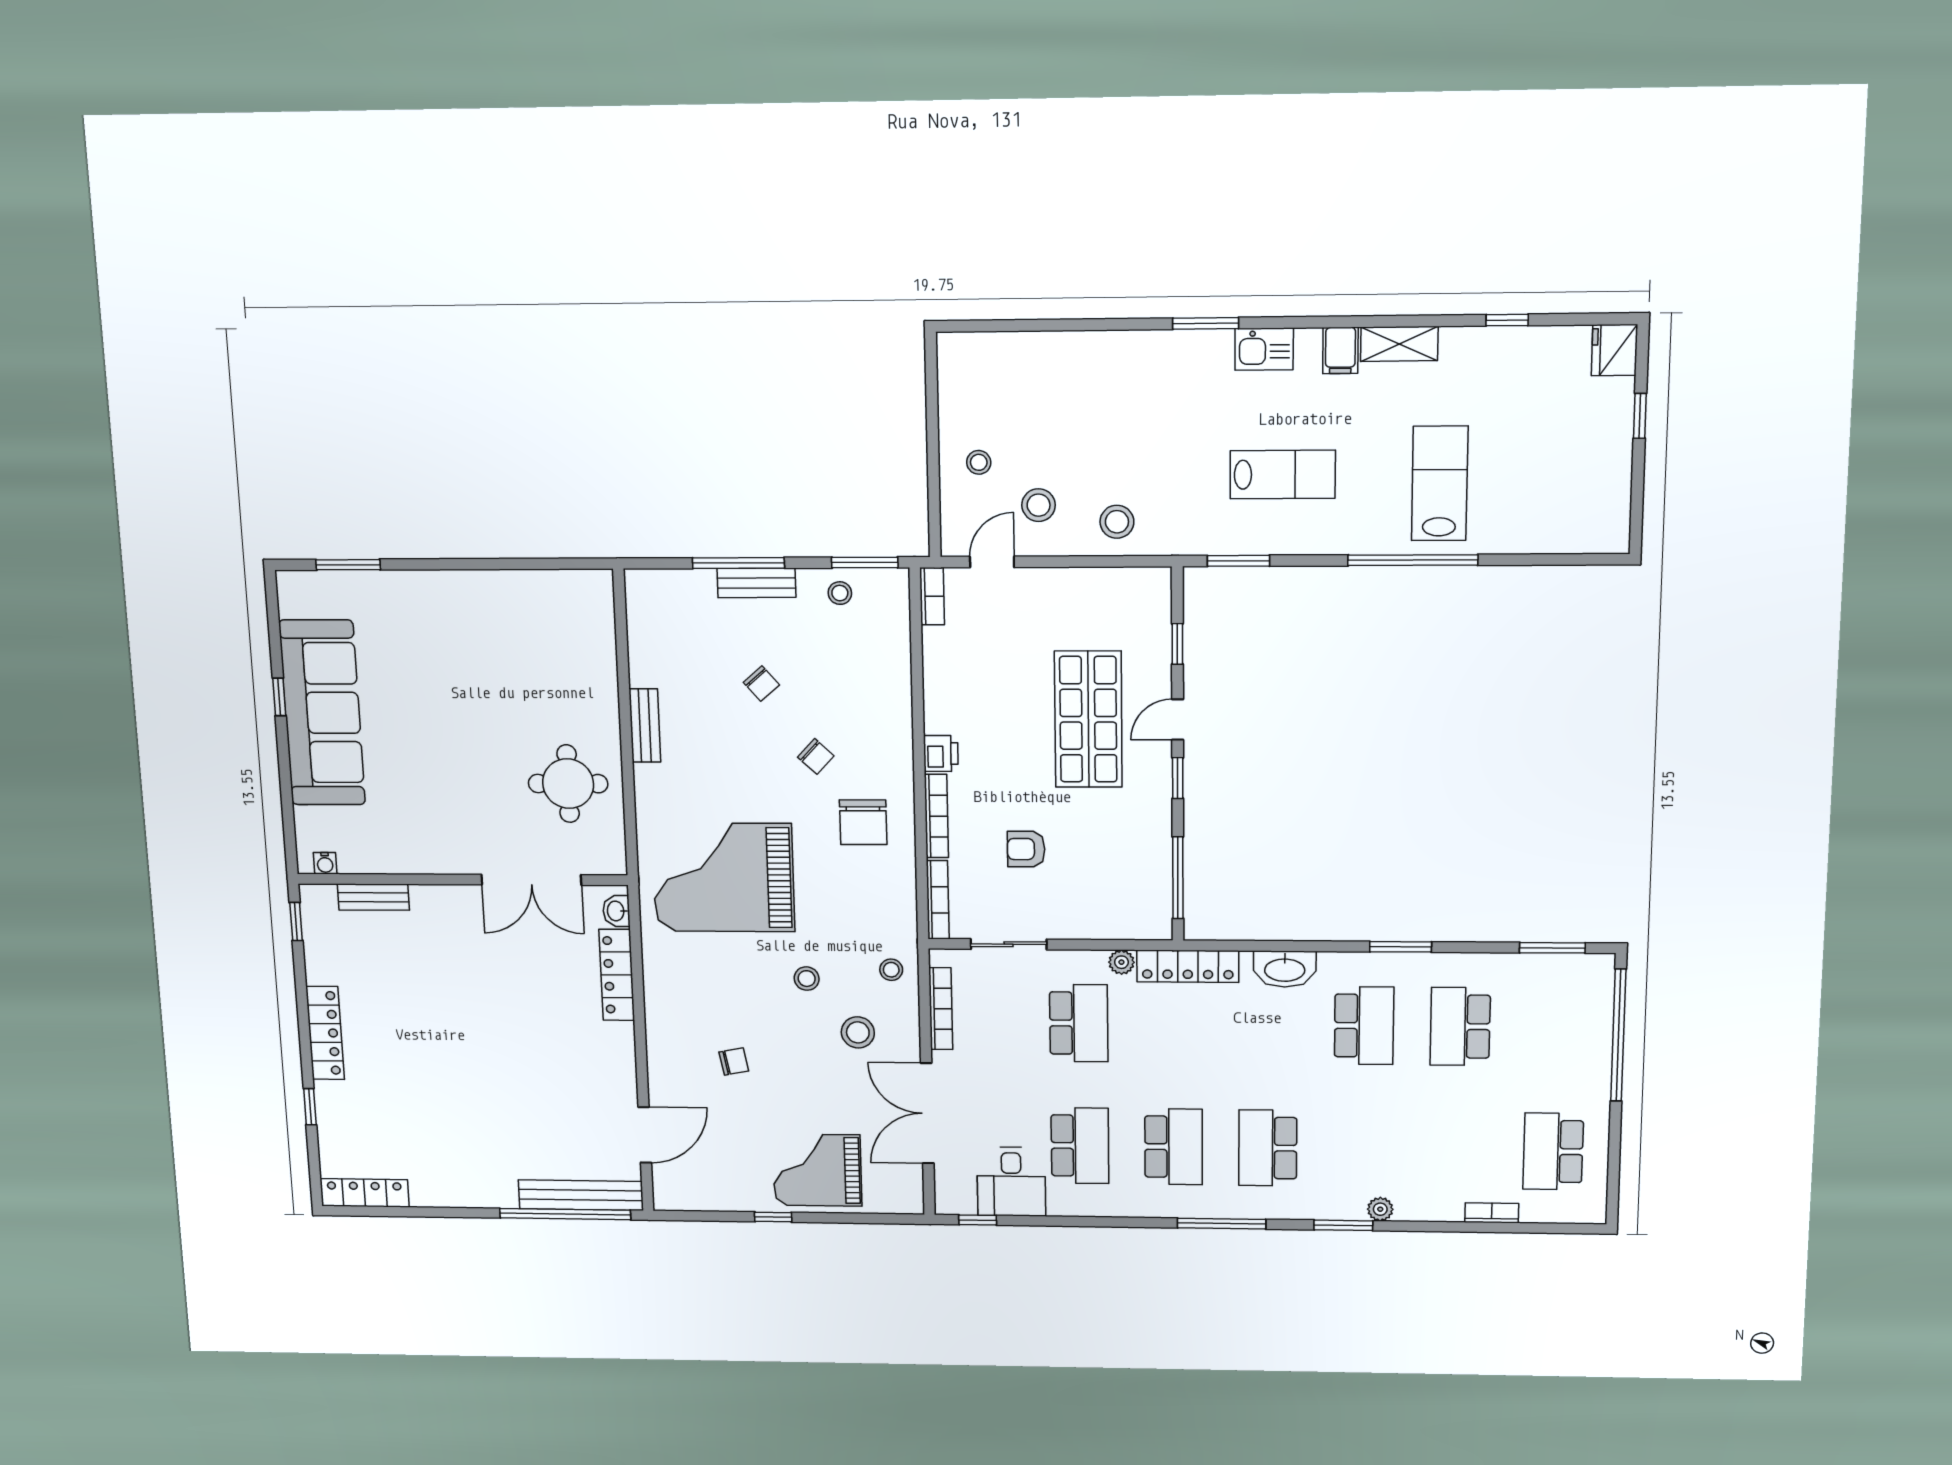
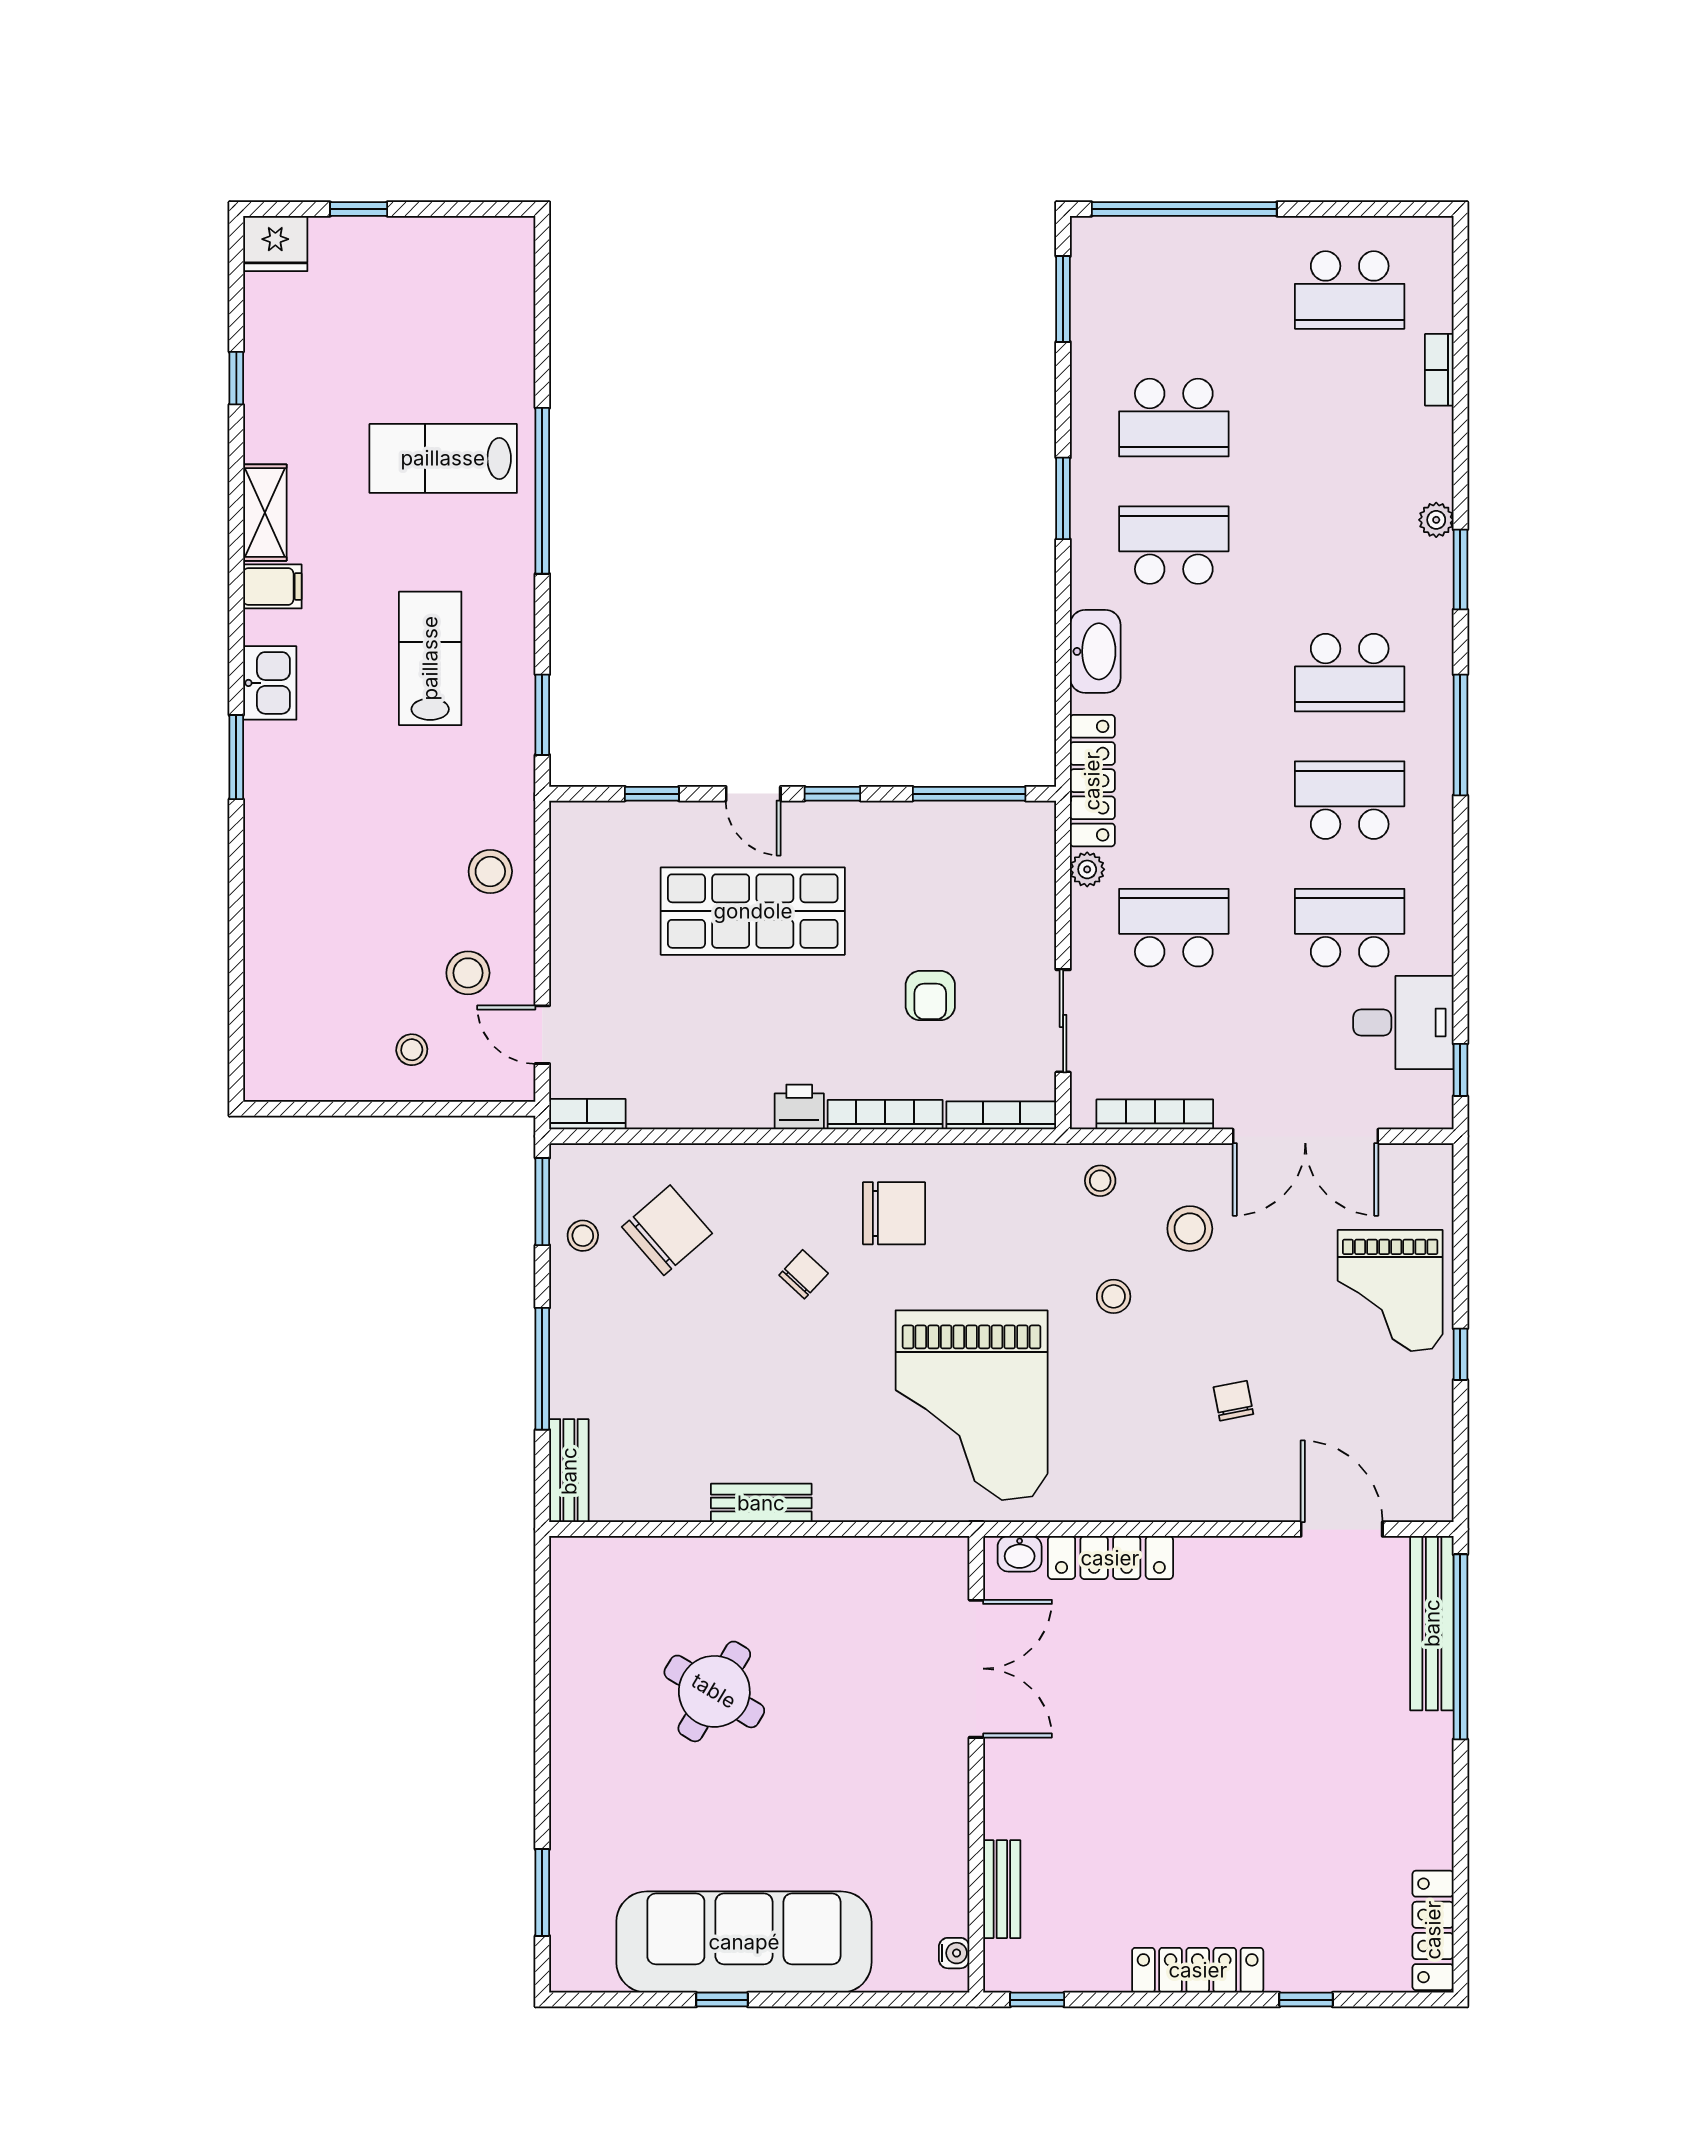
bench: (756, 583) -> (569, 1471), moved
chair: (761, 684) -> (667, 1230), moved, width x1.87, depth x1.87
round table: (568, 784) -> (714, 1691), moved, turned 31

